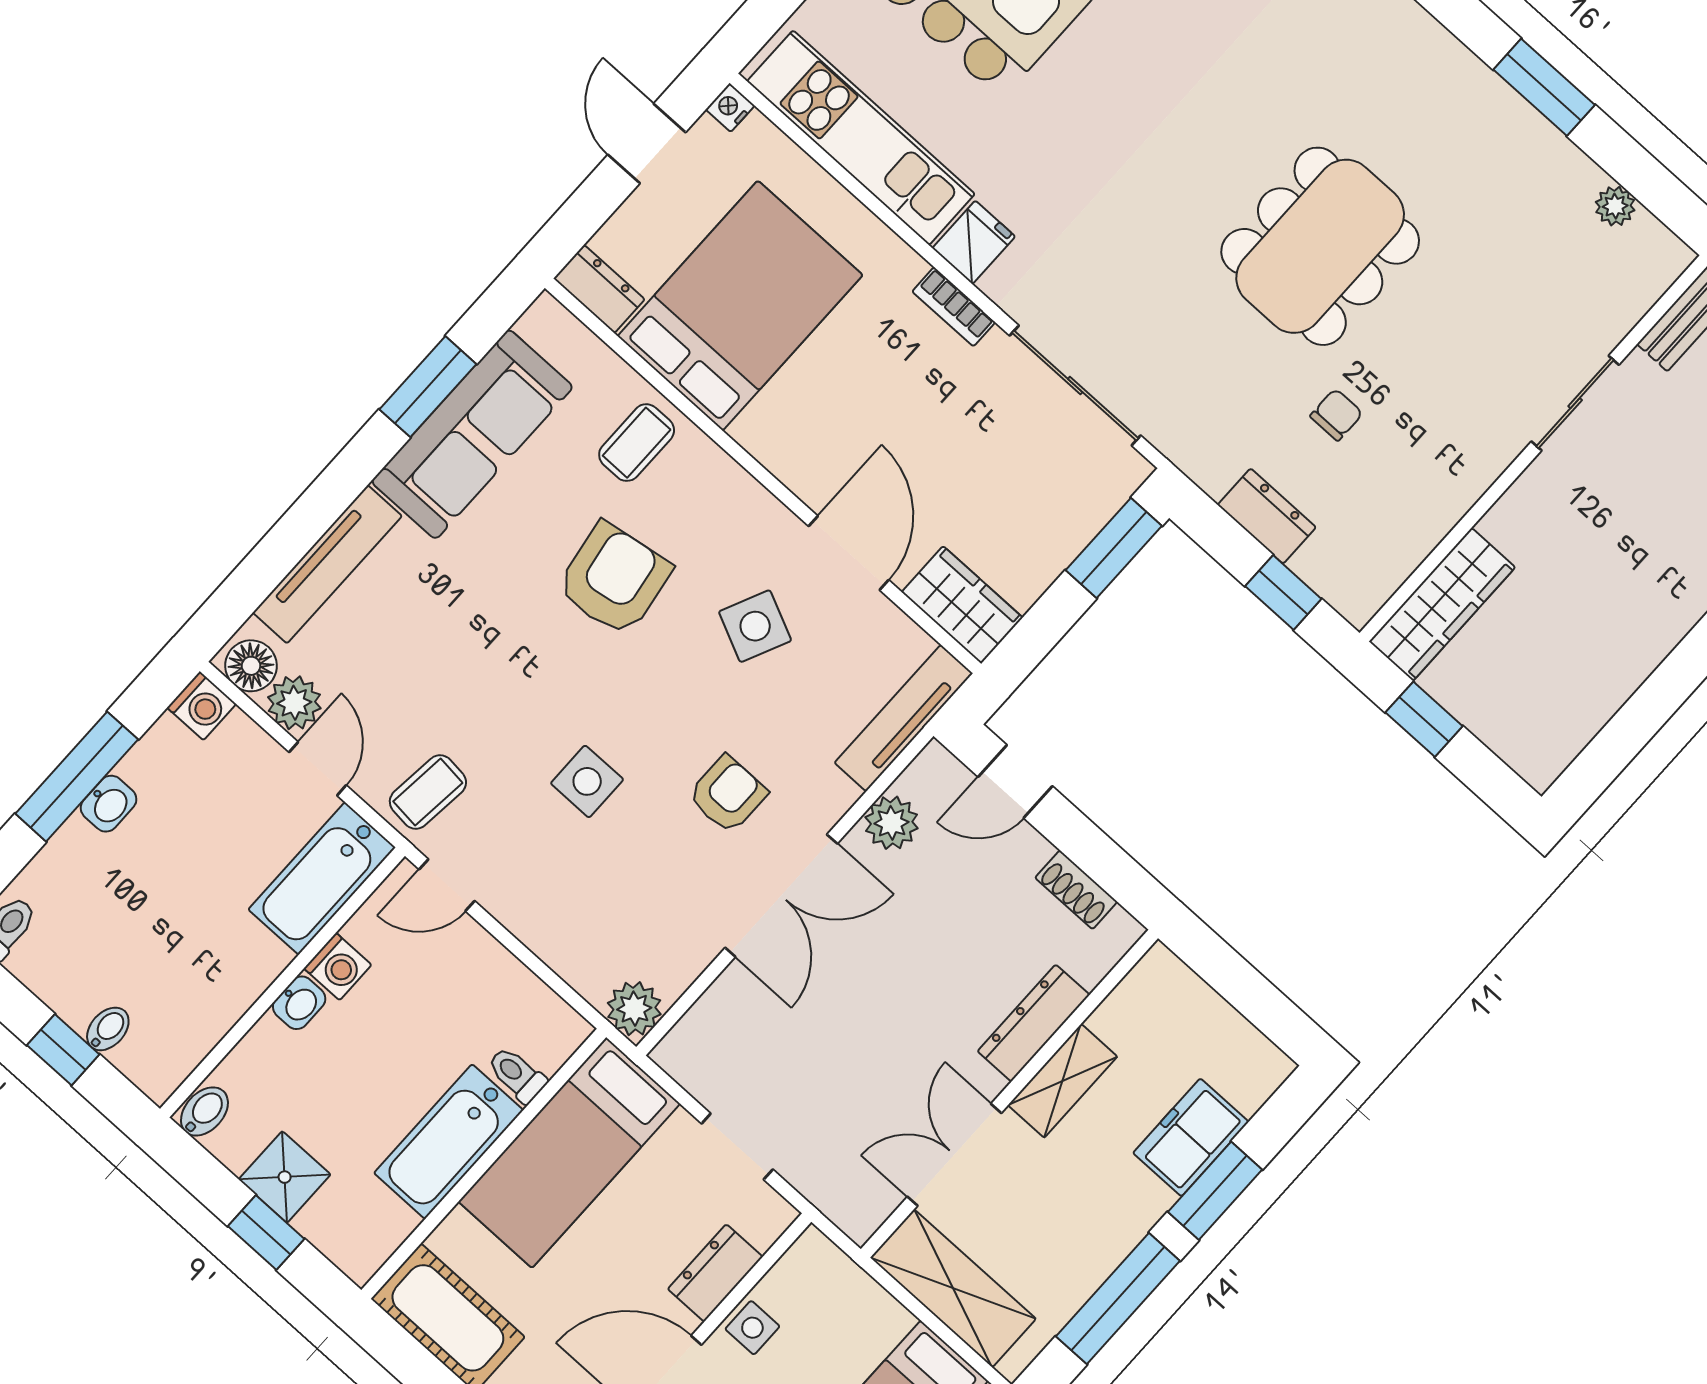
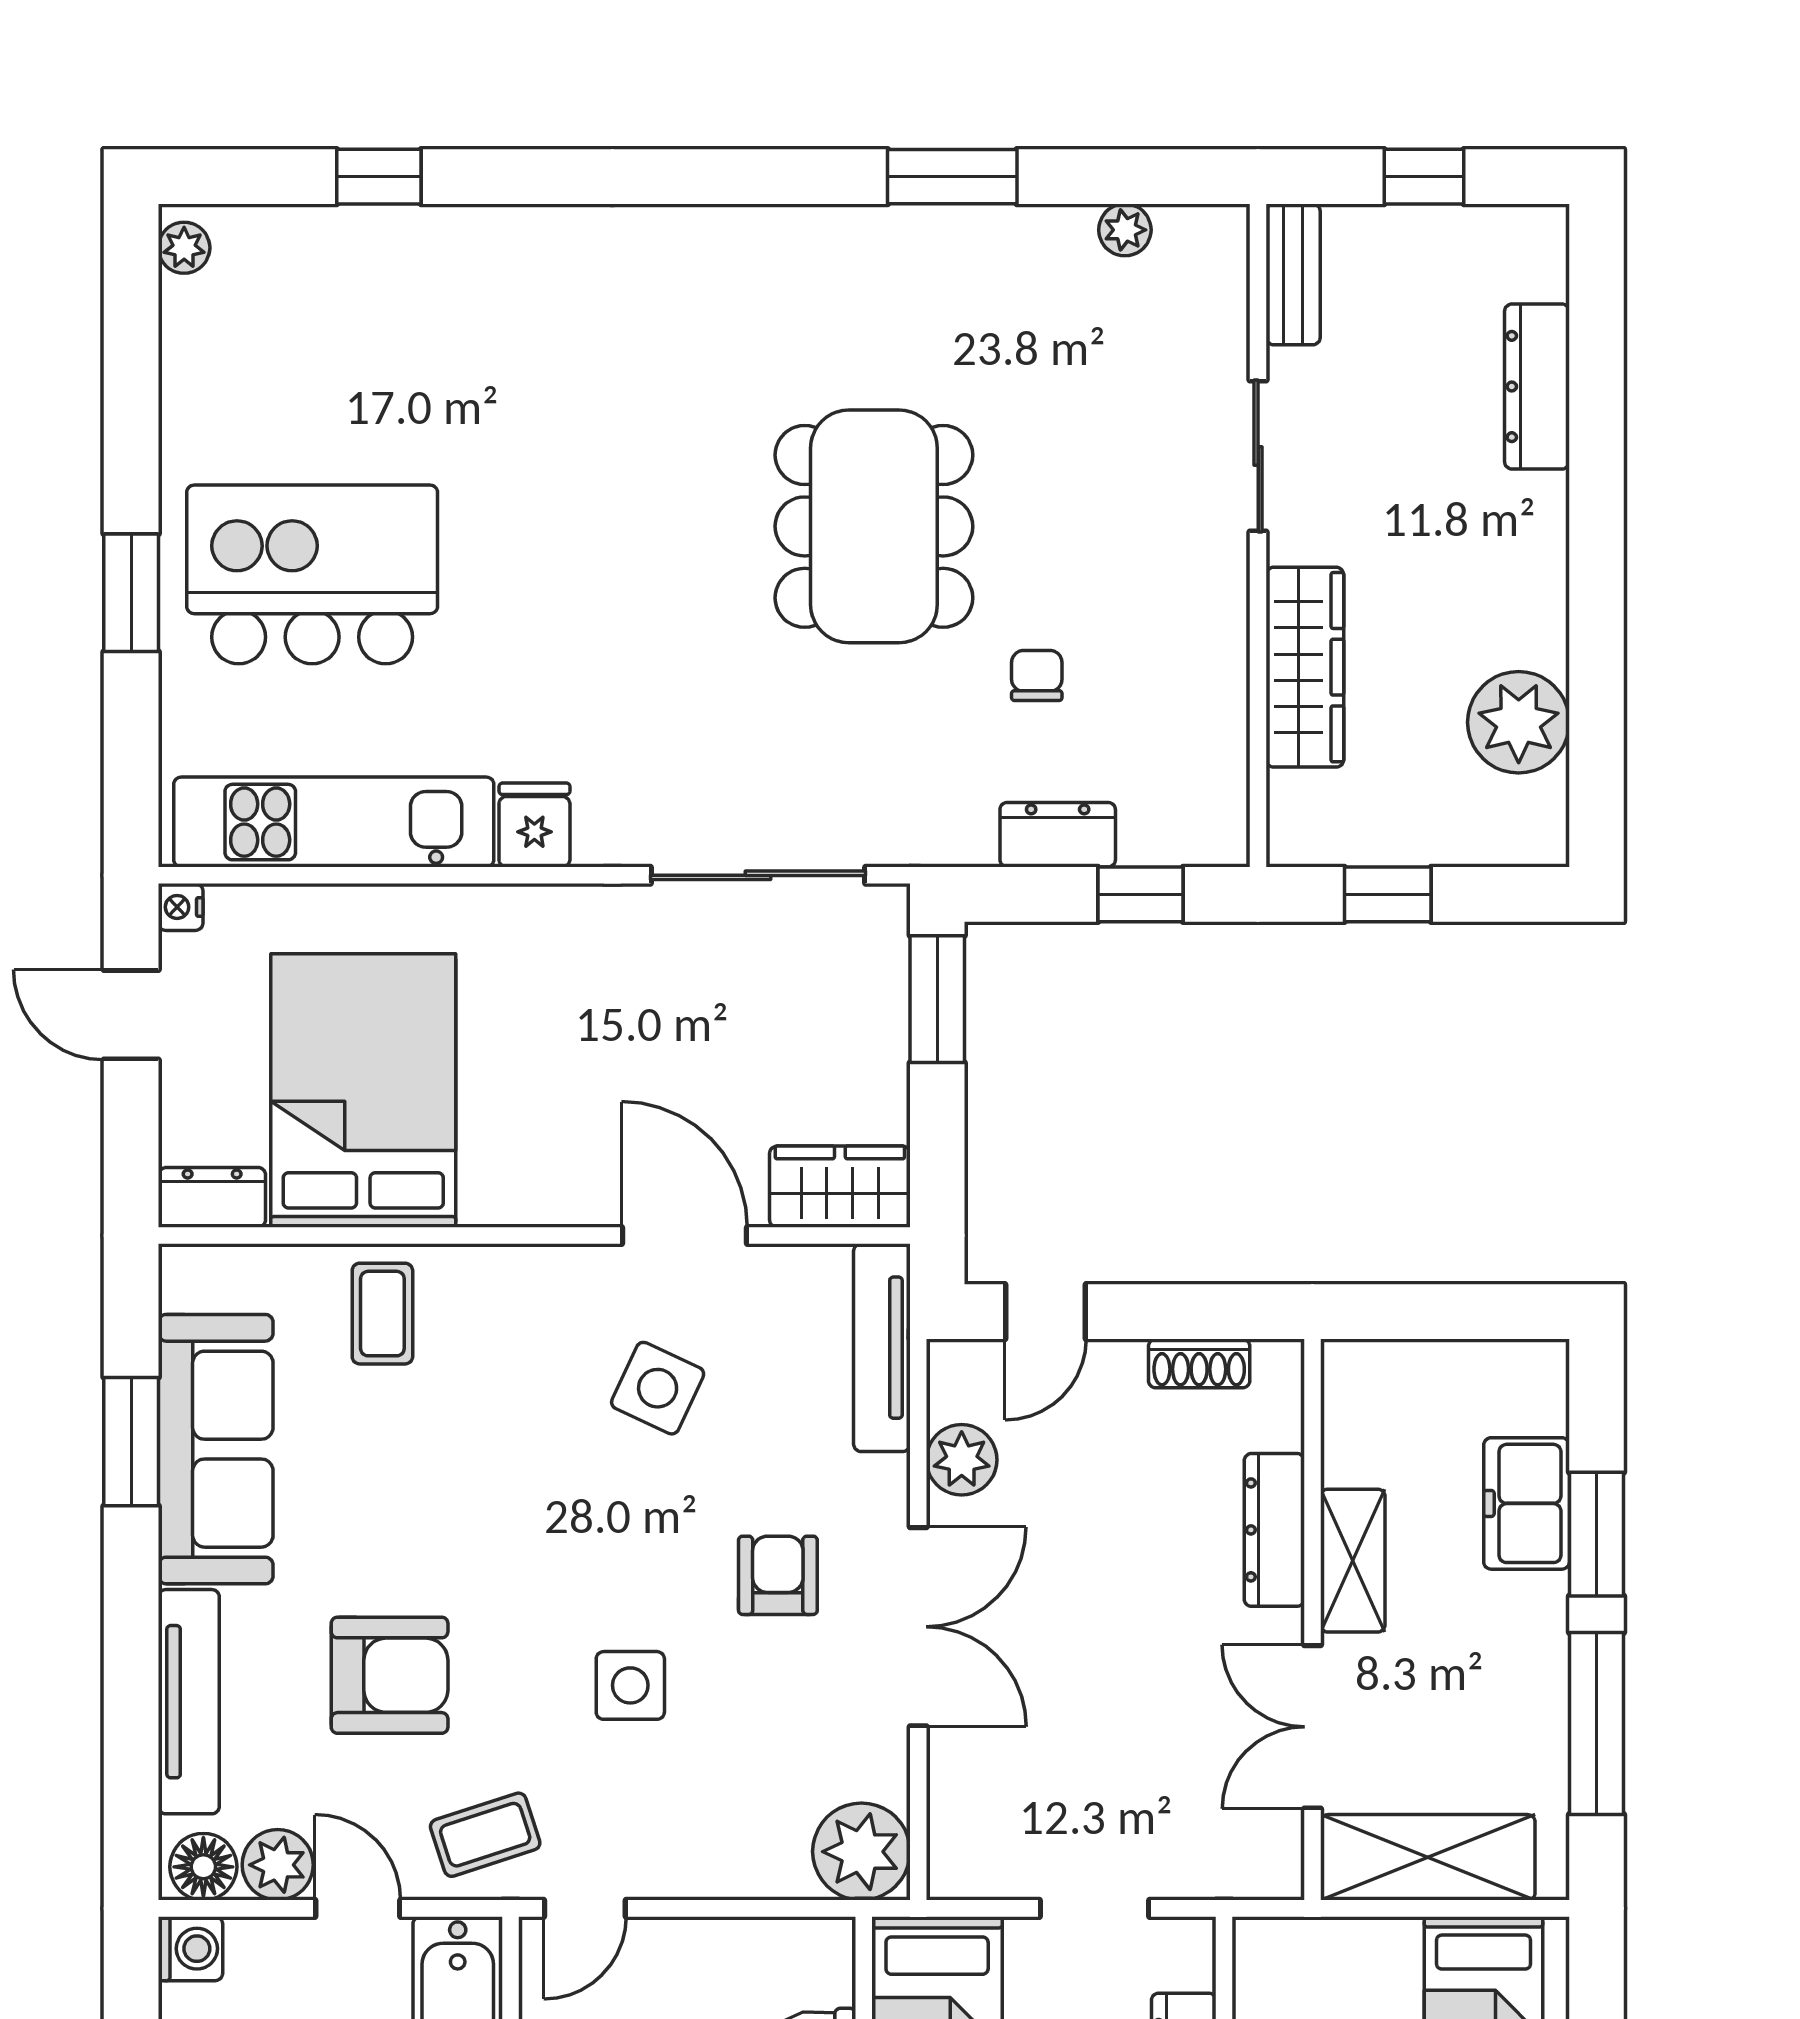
bookcase: (954, 307) -> (571, 905), removed
armchair: (614, 579) -> (390, 1675), moved, turned 99
wardrobe: (1442, 604) -> (1305, 667), moved
plant: (1587, 688) -> (1519, 722), added
coffee table: (428, 792) -> (485, 1835), turned 66
plant: (634, 1009) -> (861, 1852), width x1.36, depth x1.36

